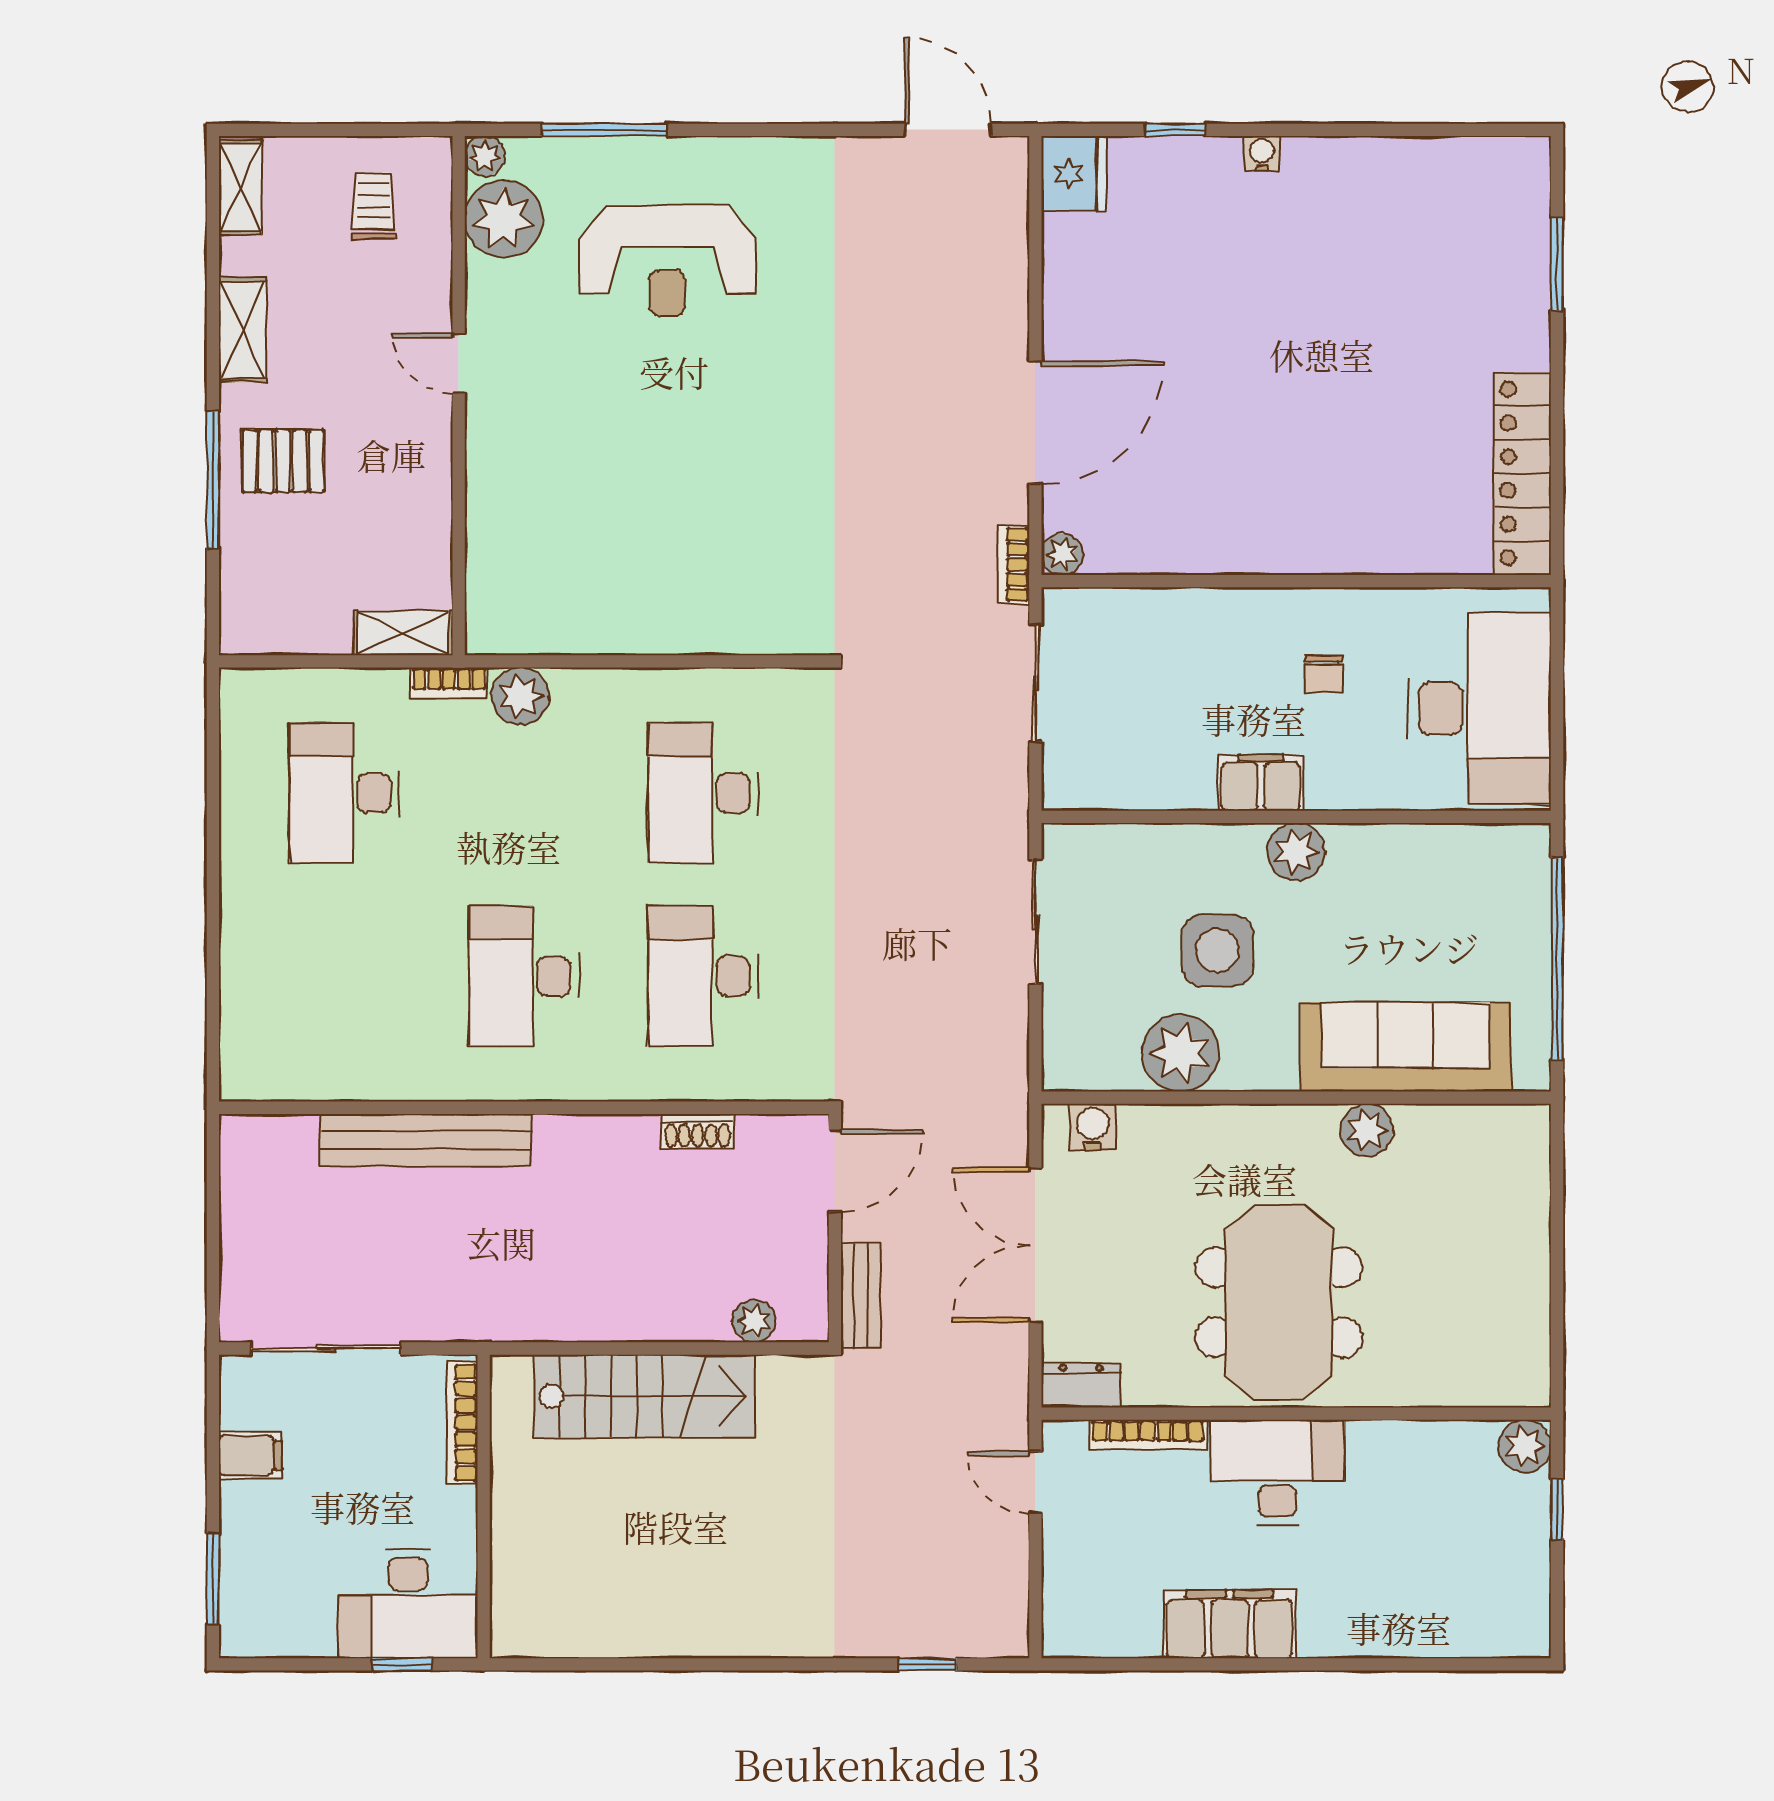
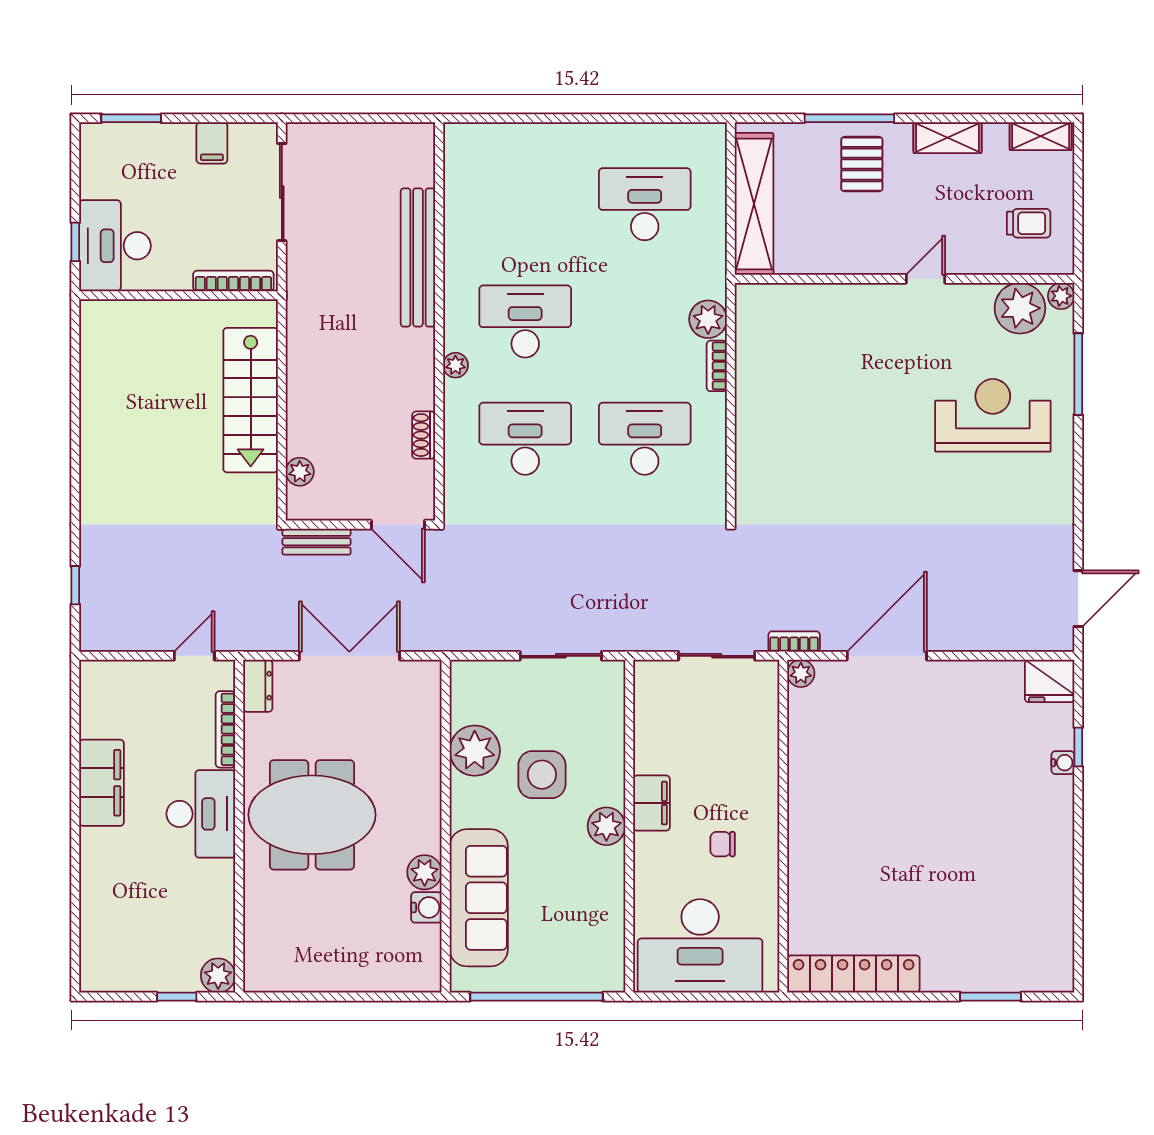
water cooler: (1262, 153) -> (1063, 763), moved
reception desk: (667, 260) -> (993, 415), turned 90
door: (1035, 423) -> (887, 656), swing flipped
shelving: (403, 633) -> (754, 204), width x2.20, depth x1.33
bookcase: (449, 683) -> (717, 366), moved
plant: (591, 1083) -> (455, 365), added
water cooler: (1093, 1127) -> (426, 907), moved

